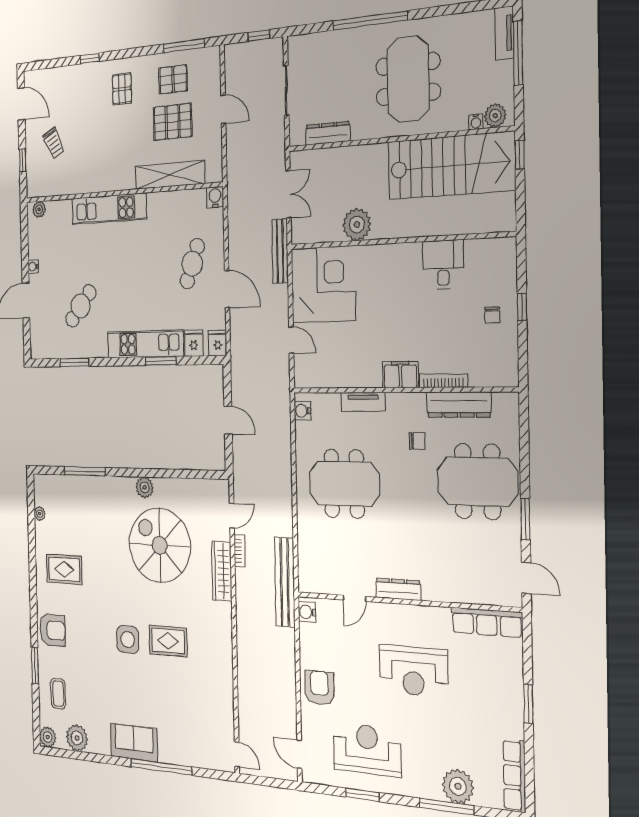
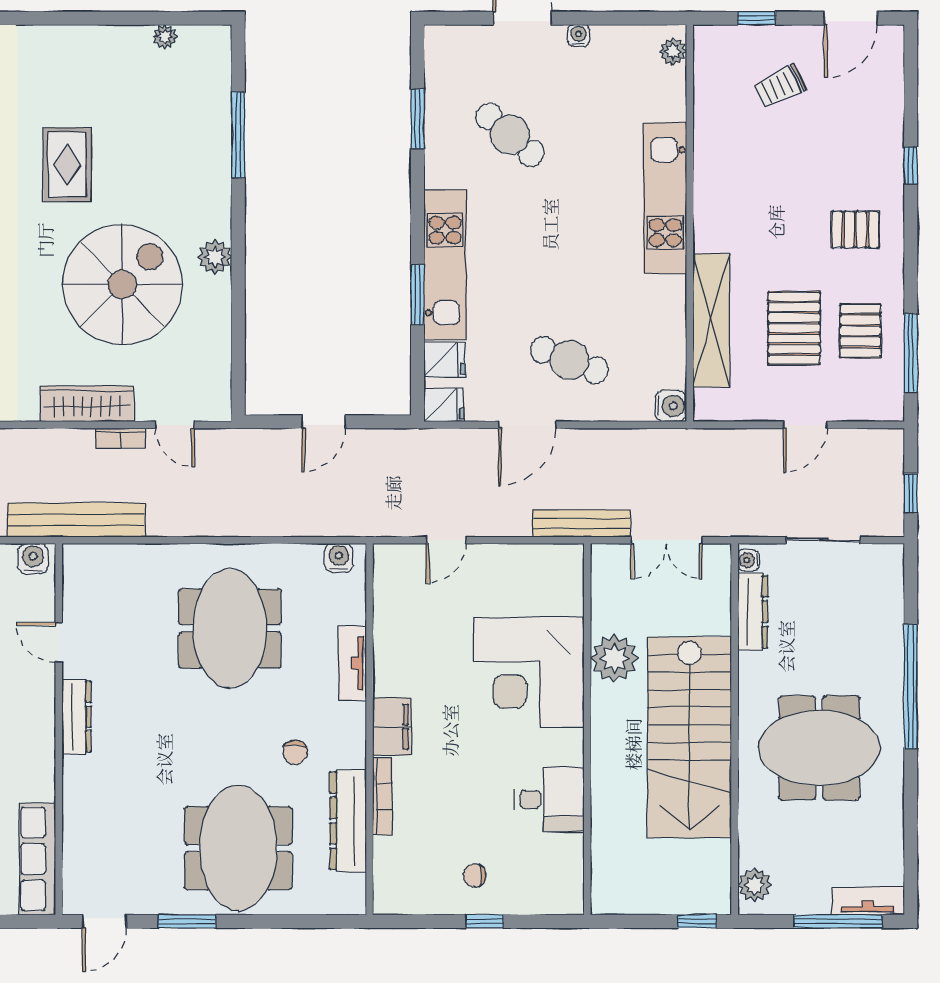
water cooler: (476, 122) -> (749, 560), moved
stairs: (451, 166) -> (690, 737), moved
corner desk: (323, 285) -> (529, 672), moved, turned 90
rug: (64, 569) -> (67, 165), moved

